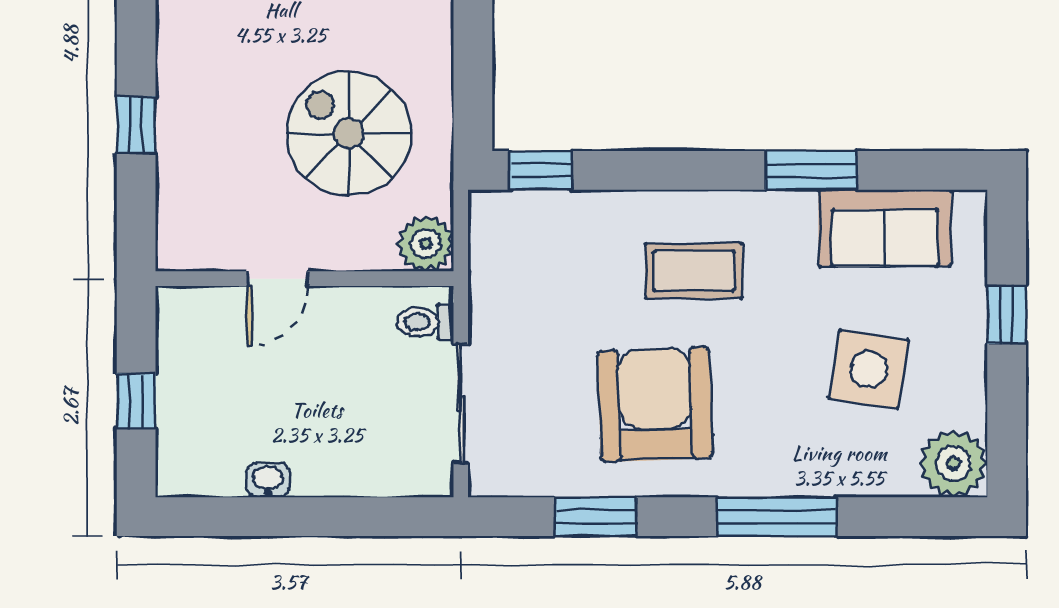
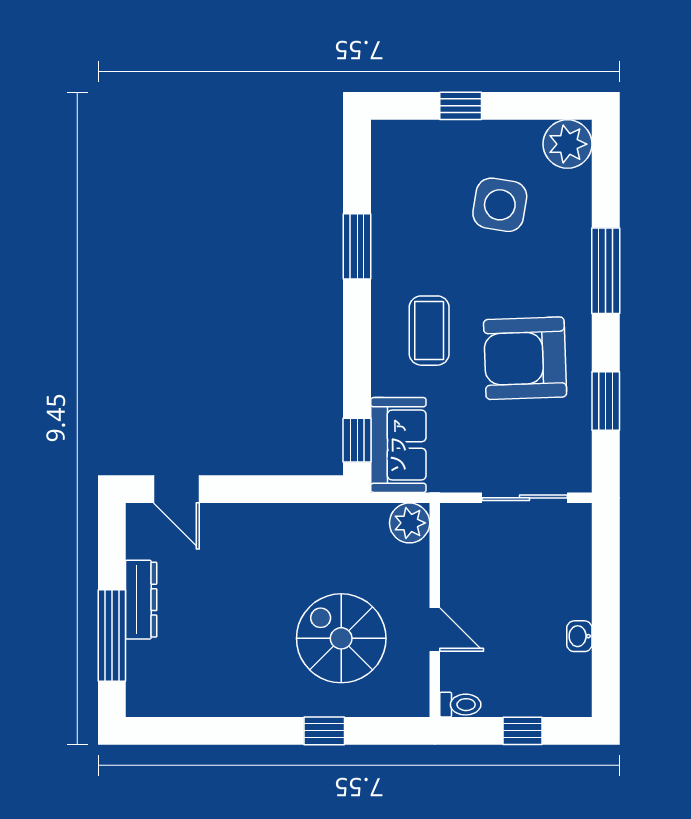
spiral stairs: (349, 134) -> (341, 638), moved, turned 90
sofa: (885, 228) -> (398, 445), moved
toilet: (425, 322) -> (460, 705), moved, turned -90

